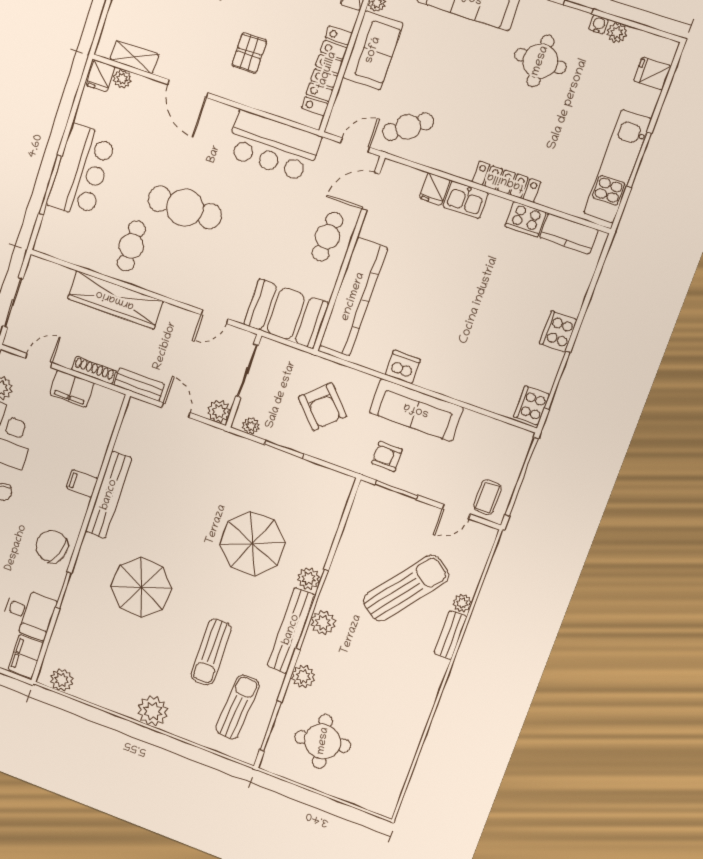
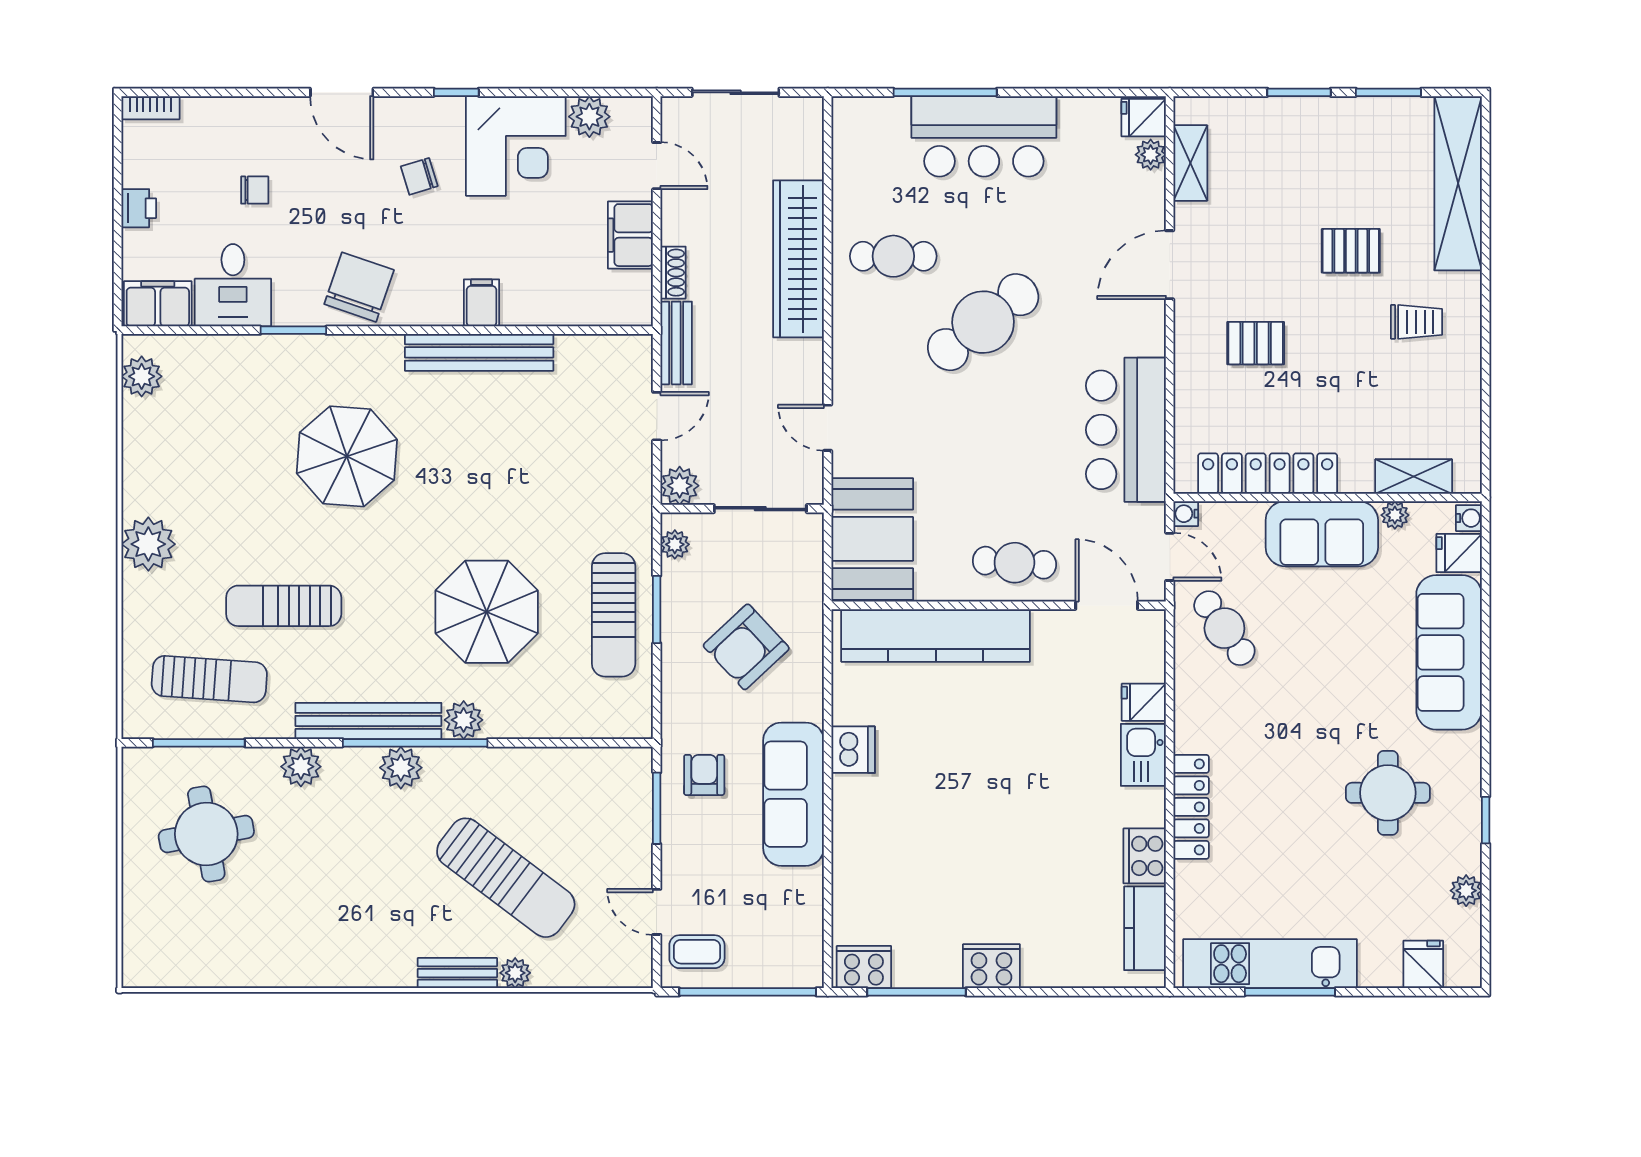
water cooler: (599, 24) -> (1186, 514), moved, turned 180
cafe table: (185, 208) -> (983, 322), turned 52
shoe rack: (94, 370) -> (673, 273), width x0.70
sun lounger: (279, 474) -> (614, 615), added

